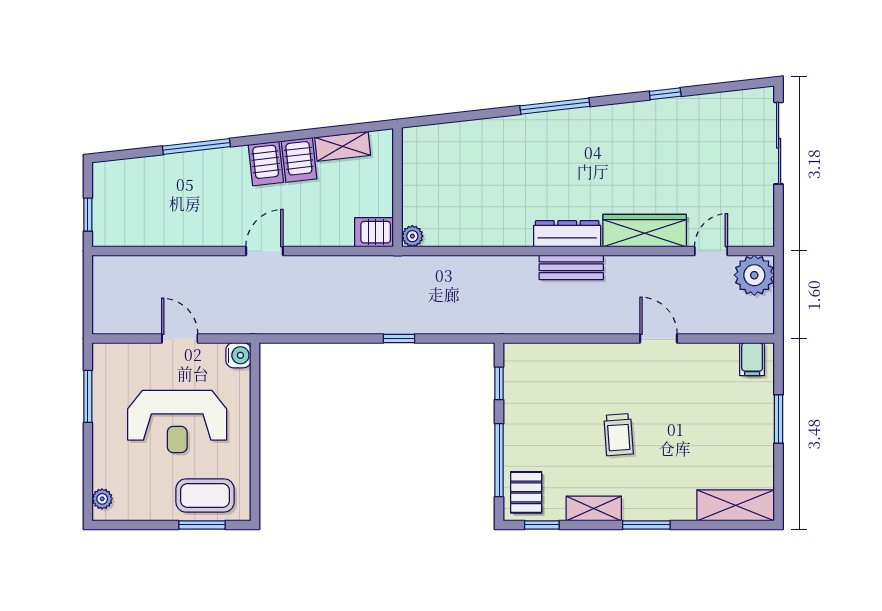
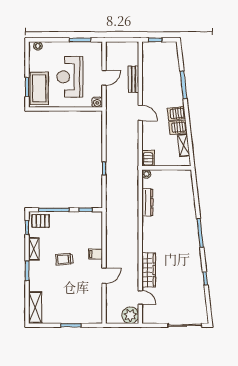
dresser: (567, 234) -> (147, 202), moved
bench: (571, 267) -> (134, 79), moved
filing cabinet: (752, 359) -> (96, 254), moved
coffee table: (205, 496) -> (39, 88), width x1.36, depth x1.32

